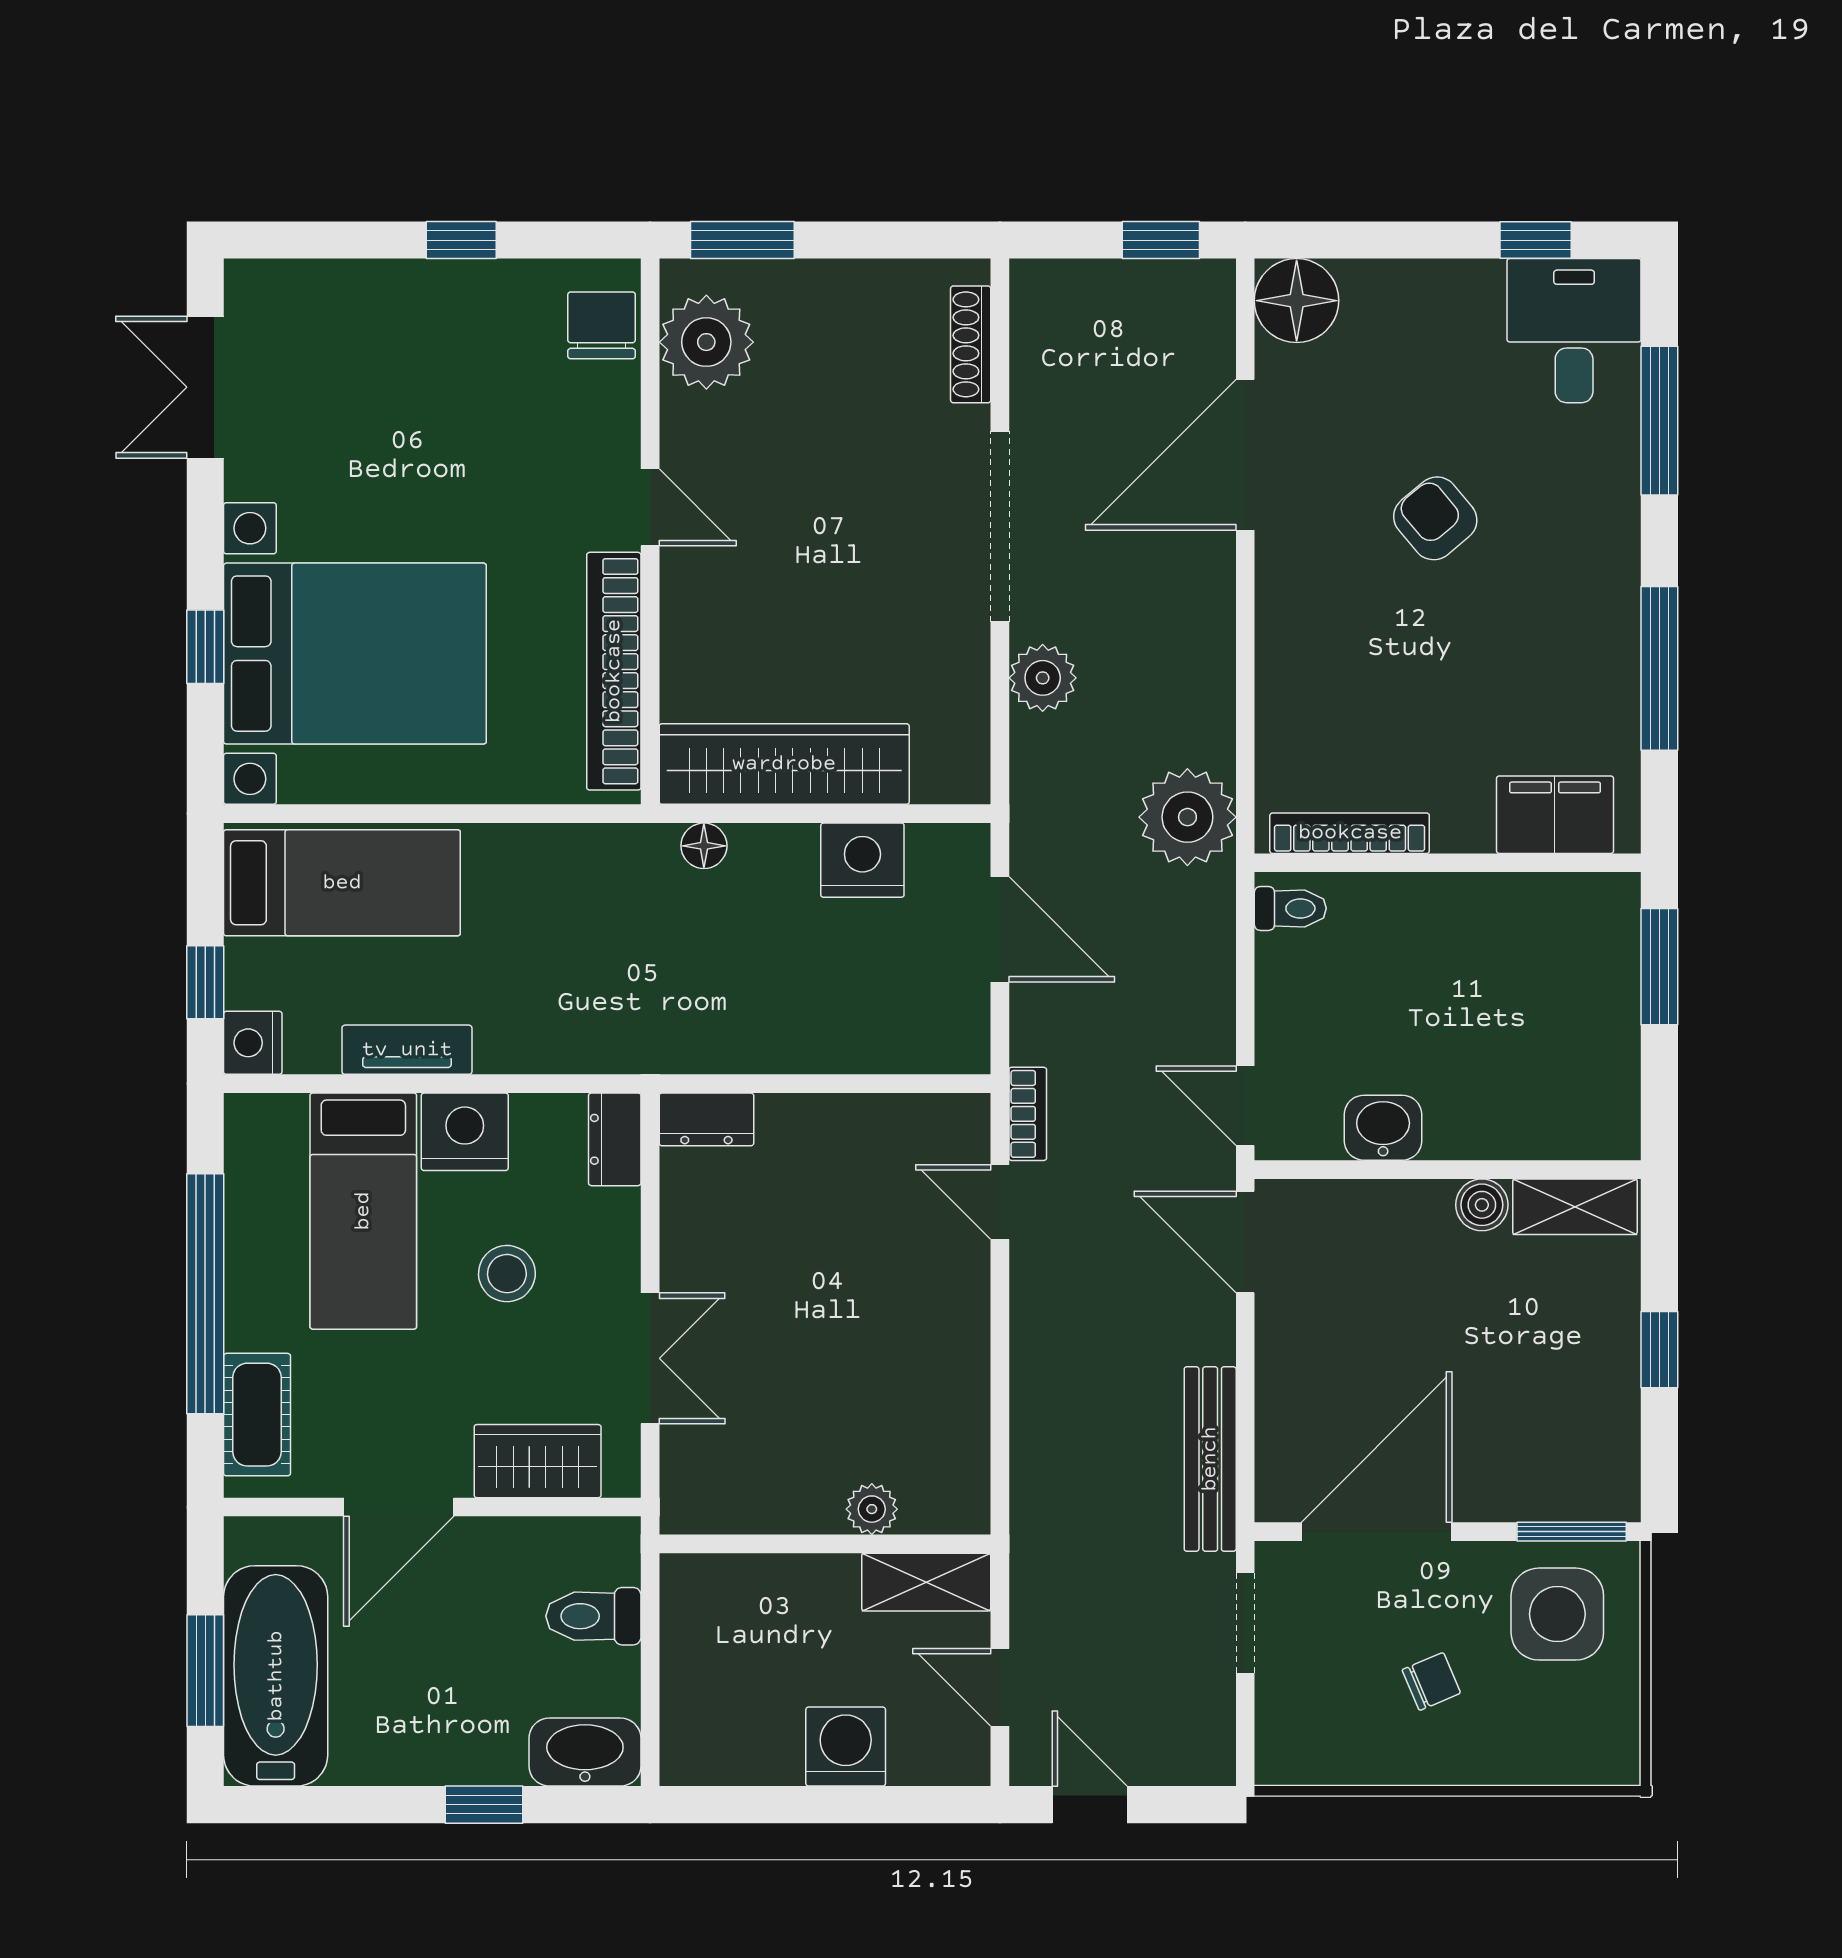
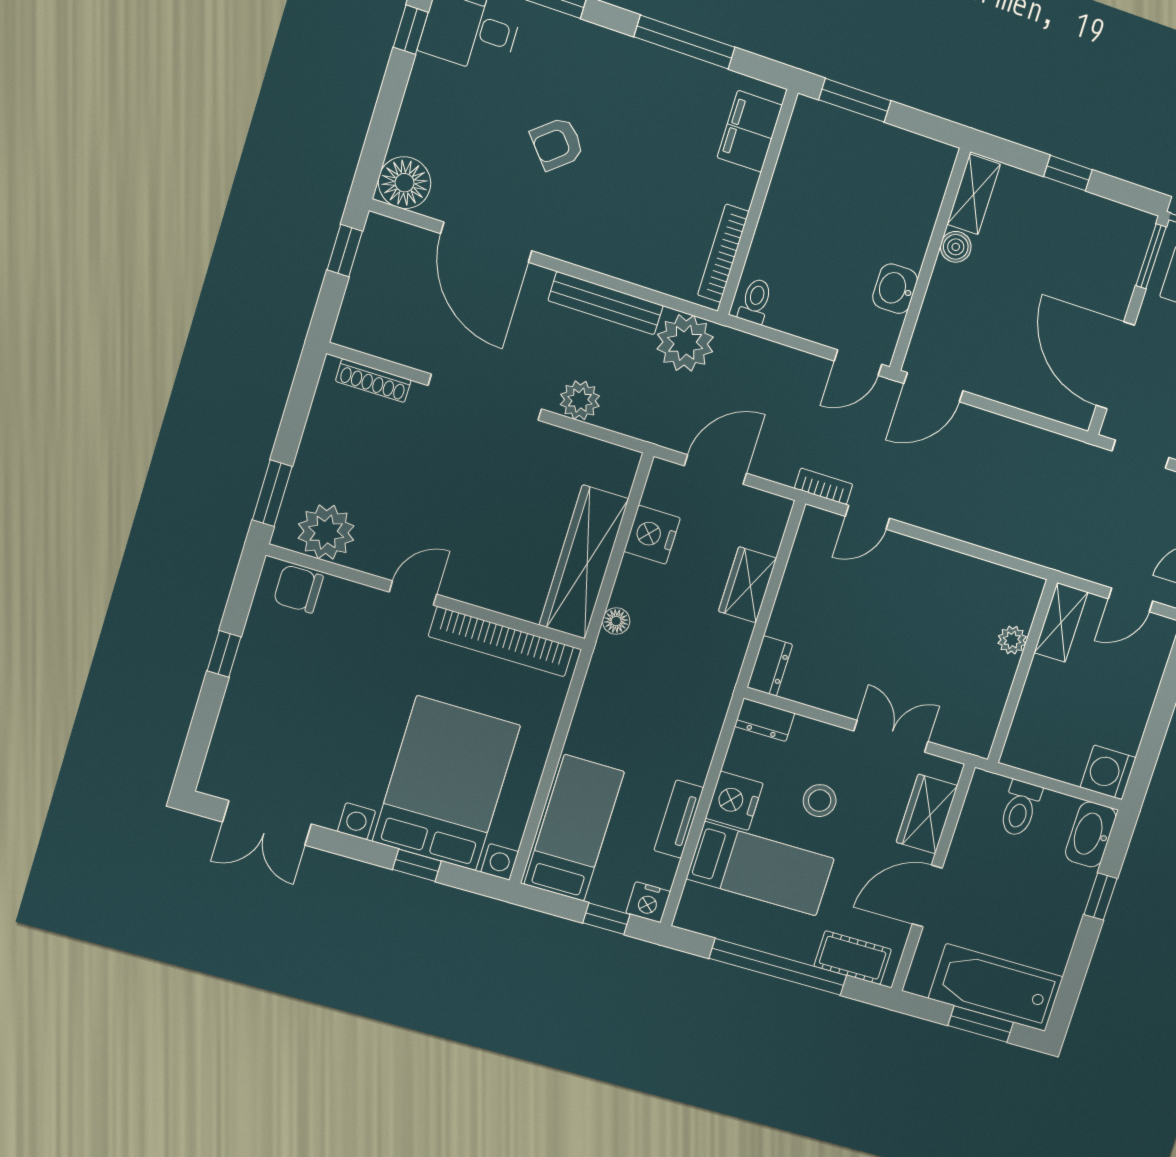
wardrobe: (829, 1041) -> (747, 585), added
bench: (1210, 1459) -> (606, 303), moved
door: (399, 1507) -> (927, 896), swing flipped
washing machine: (846, 1747) -> (1108, 772), moved

